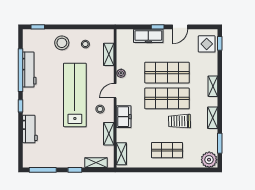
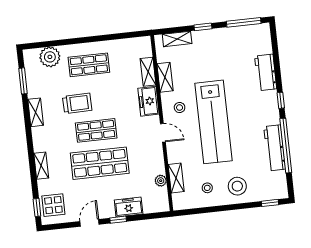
freezer: (148, 36) -> (129, 207), width x0.71
plant: (121, 73) -> (161, 181), moved
shelving: (213, 86) -> (41, 166), moved
door: (115, 91) -> (163, 133), hinge flipped
shop shelf: (167, 98) -> (96, 130), width x0.70, depth x0.74
shelving: (121, 154) -> (148, 72), moved
plant: (209, 160) -> (50, 57), moved

